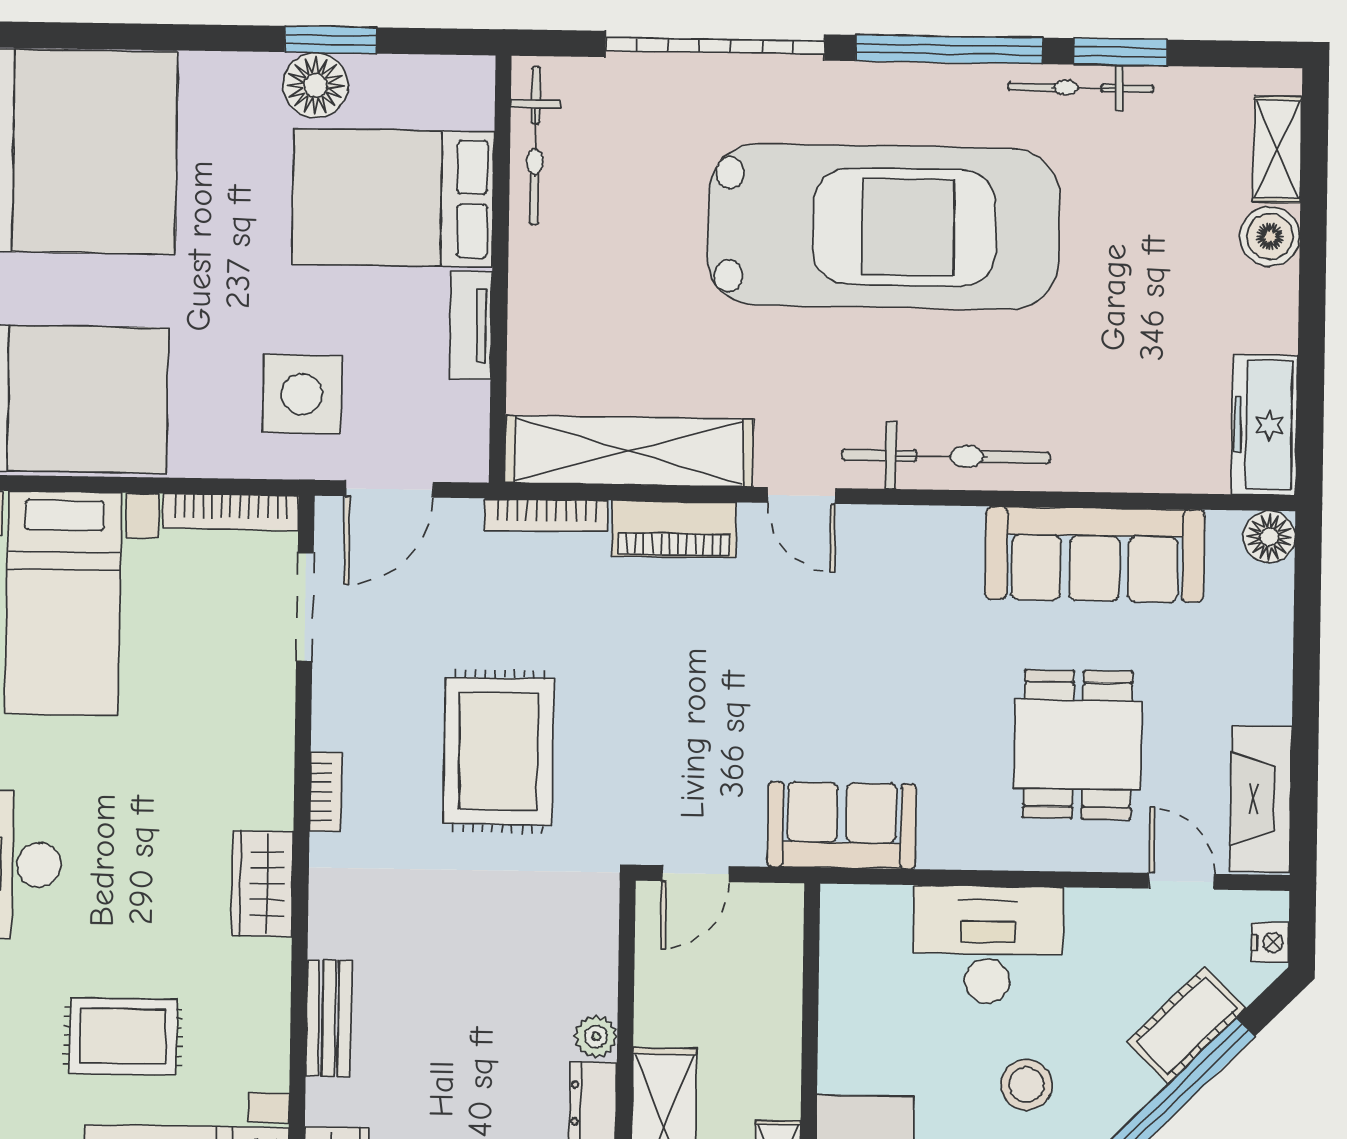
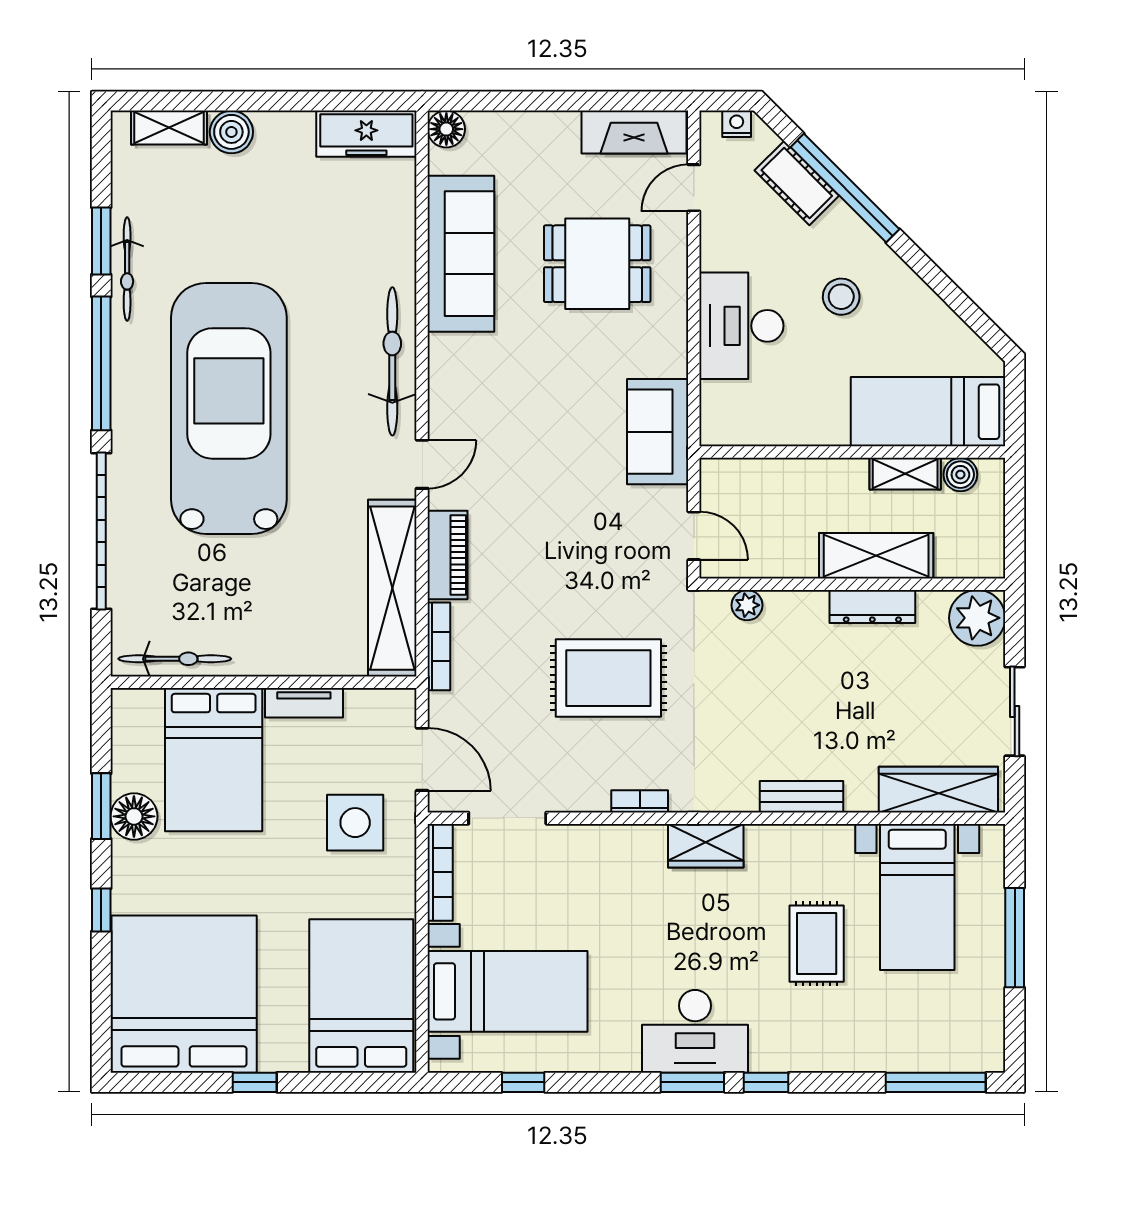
window: (186, 37) -> (101, 910), added
plant: (596, 1036) -> (747, 605), moved

